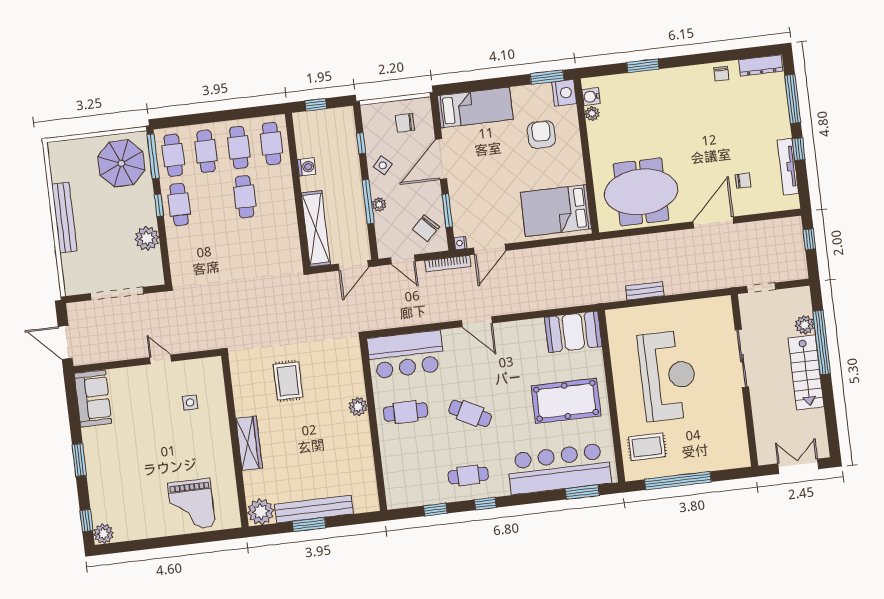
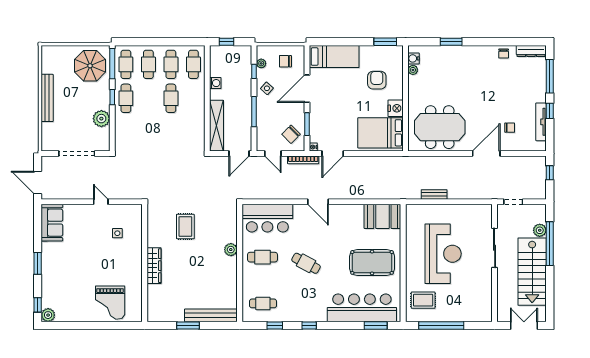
nightstand: (564, 93) -> (396, 108), moved
plant: (379, 204) -> (261, 63), moved
stairs: (806, 372) -> (532, 272), width x1.36, depth x1.51
cafe table: (468, 475) -> (263, 303), moved
bench: (314, 509) -> (211, 315), moved
plant: (261, 512) -> (156, 313), removed

